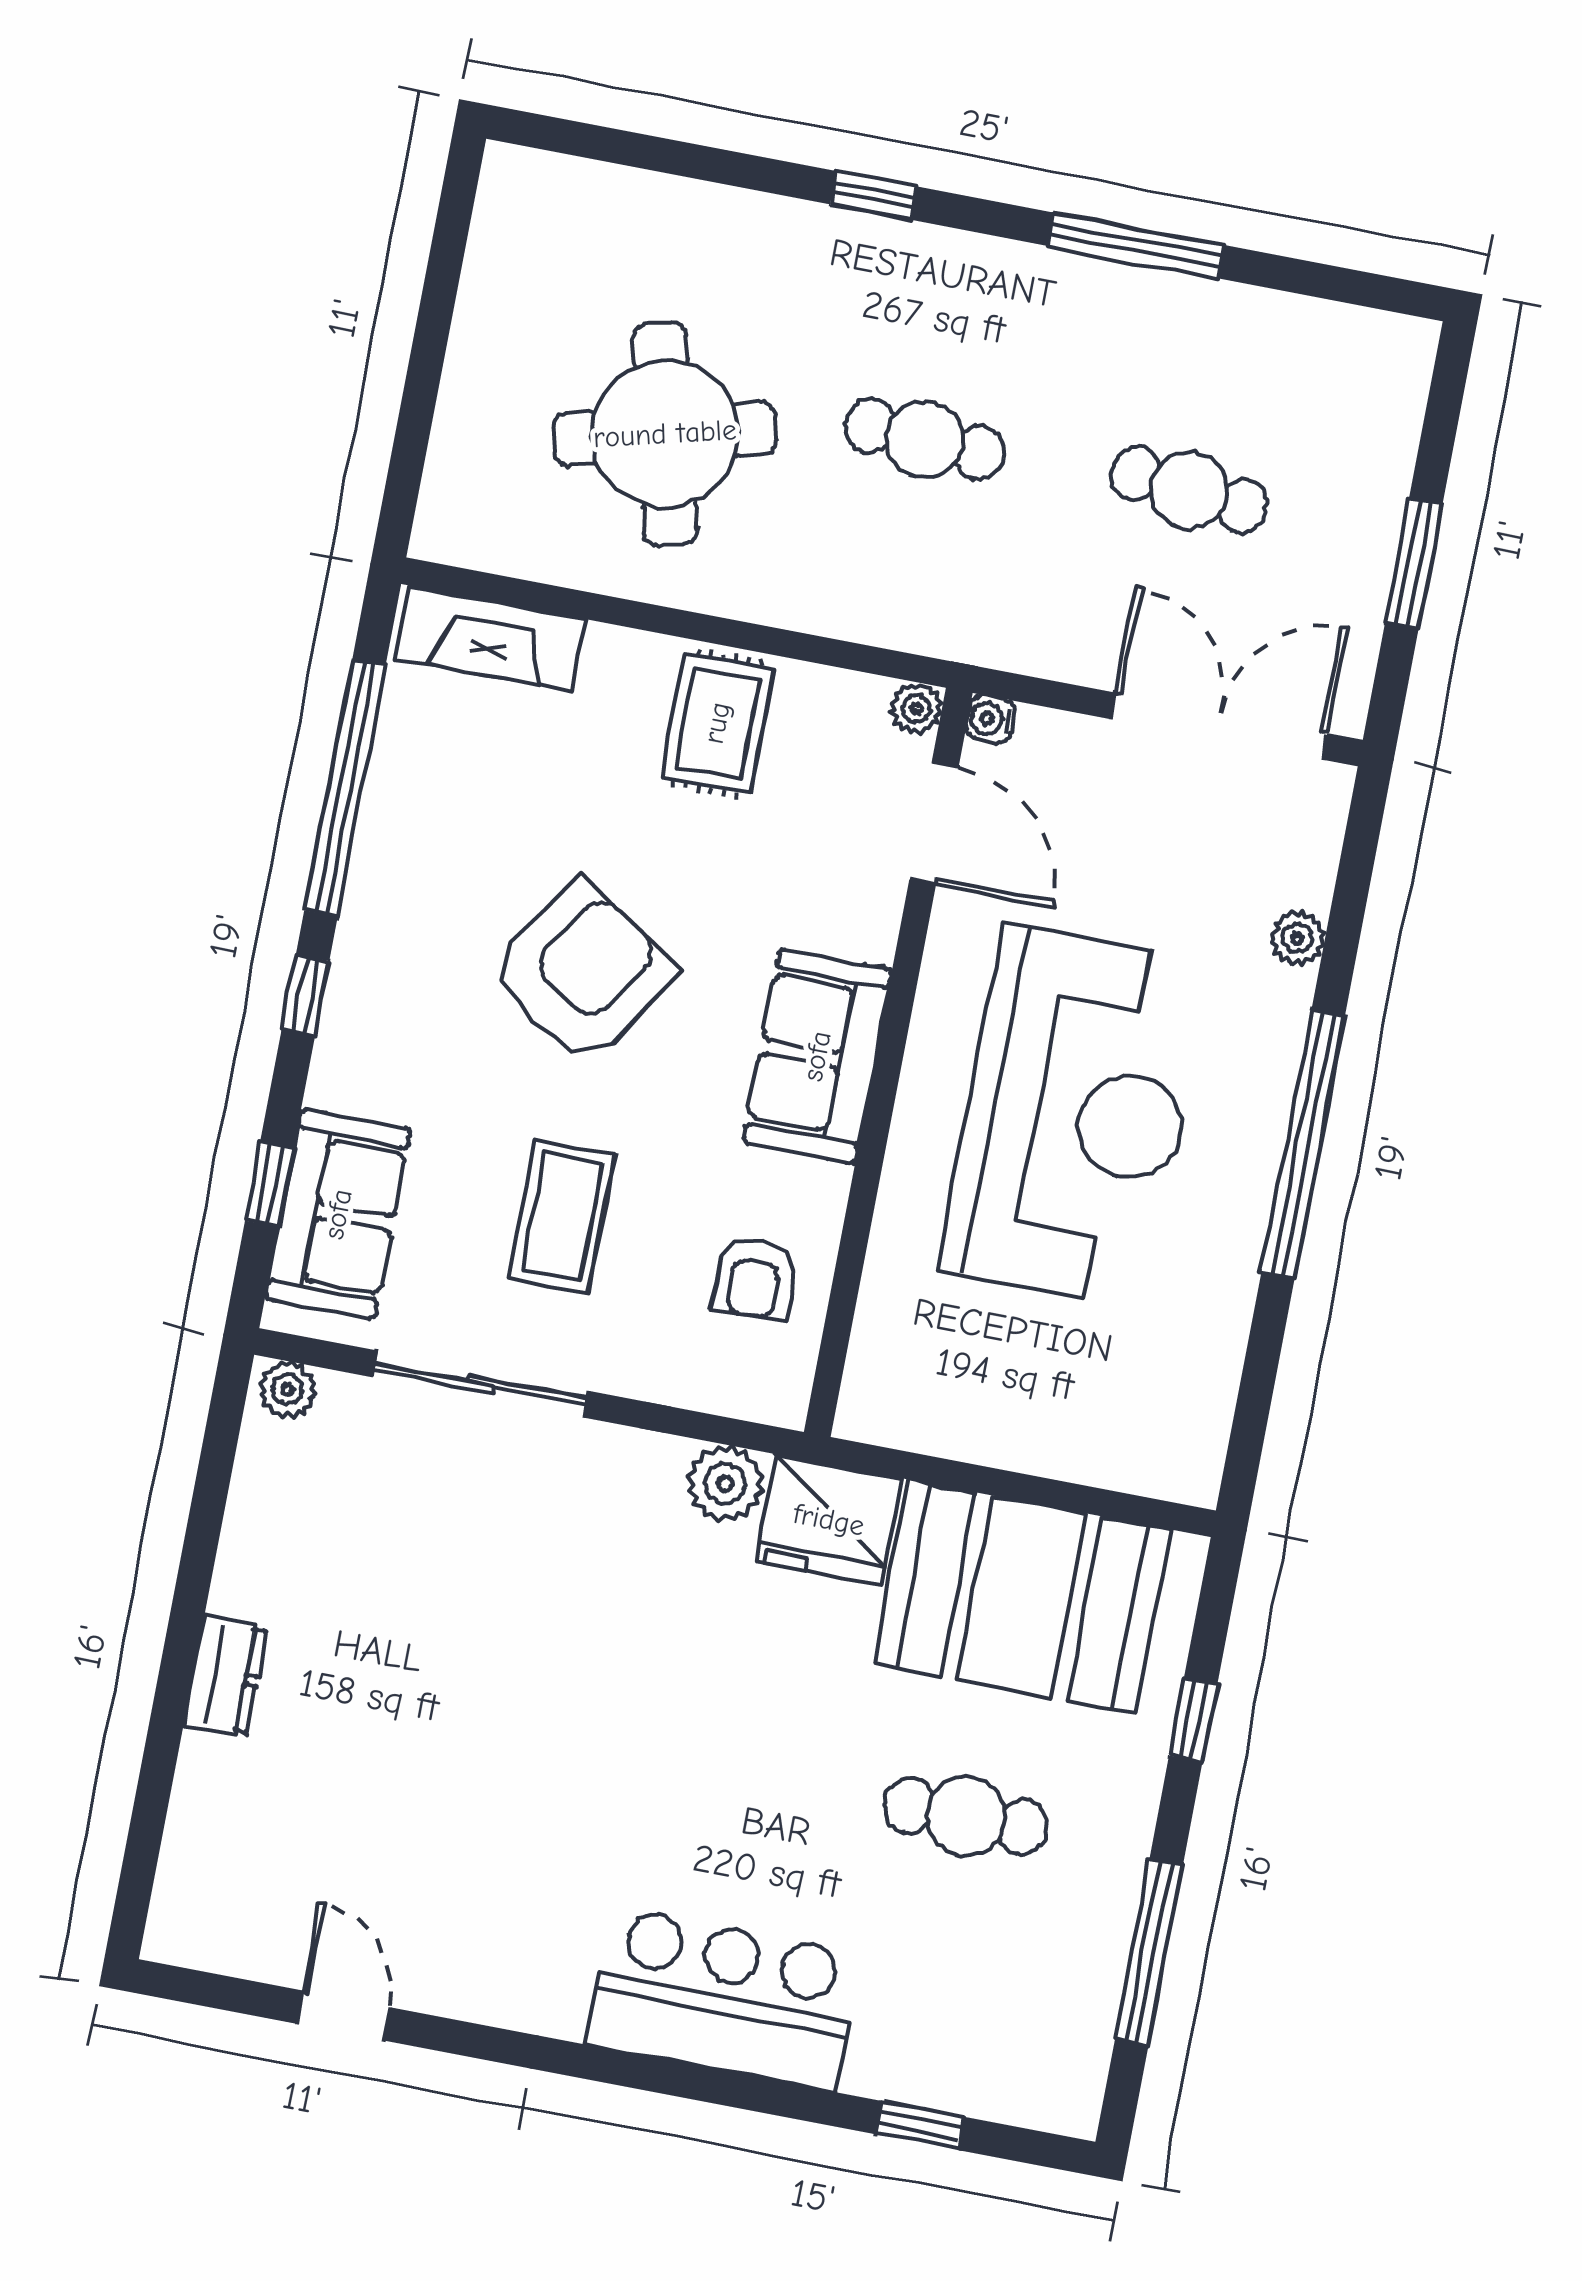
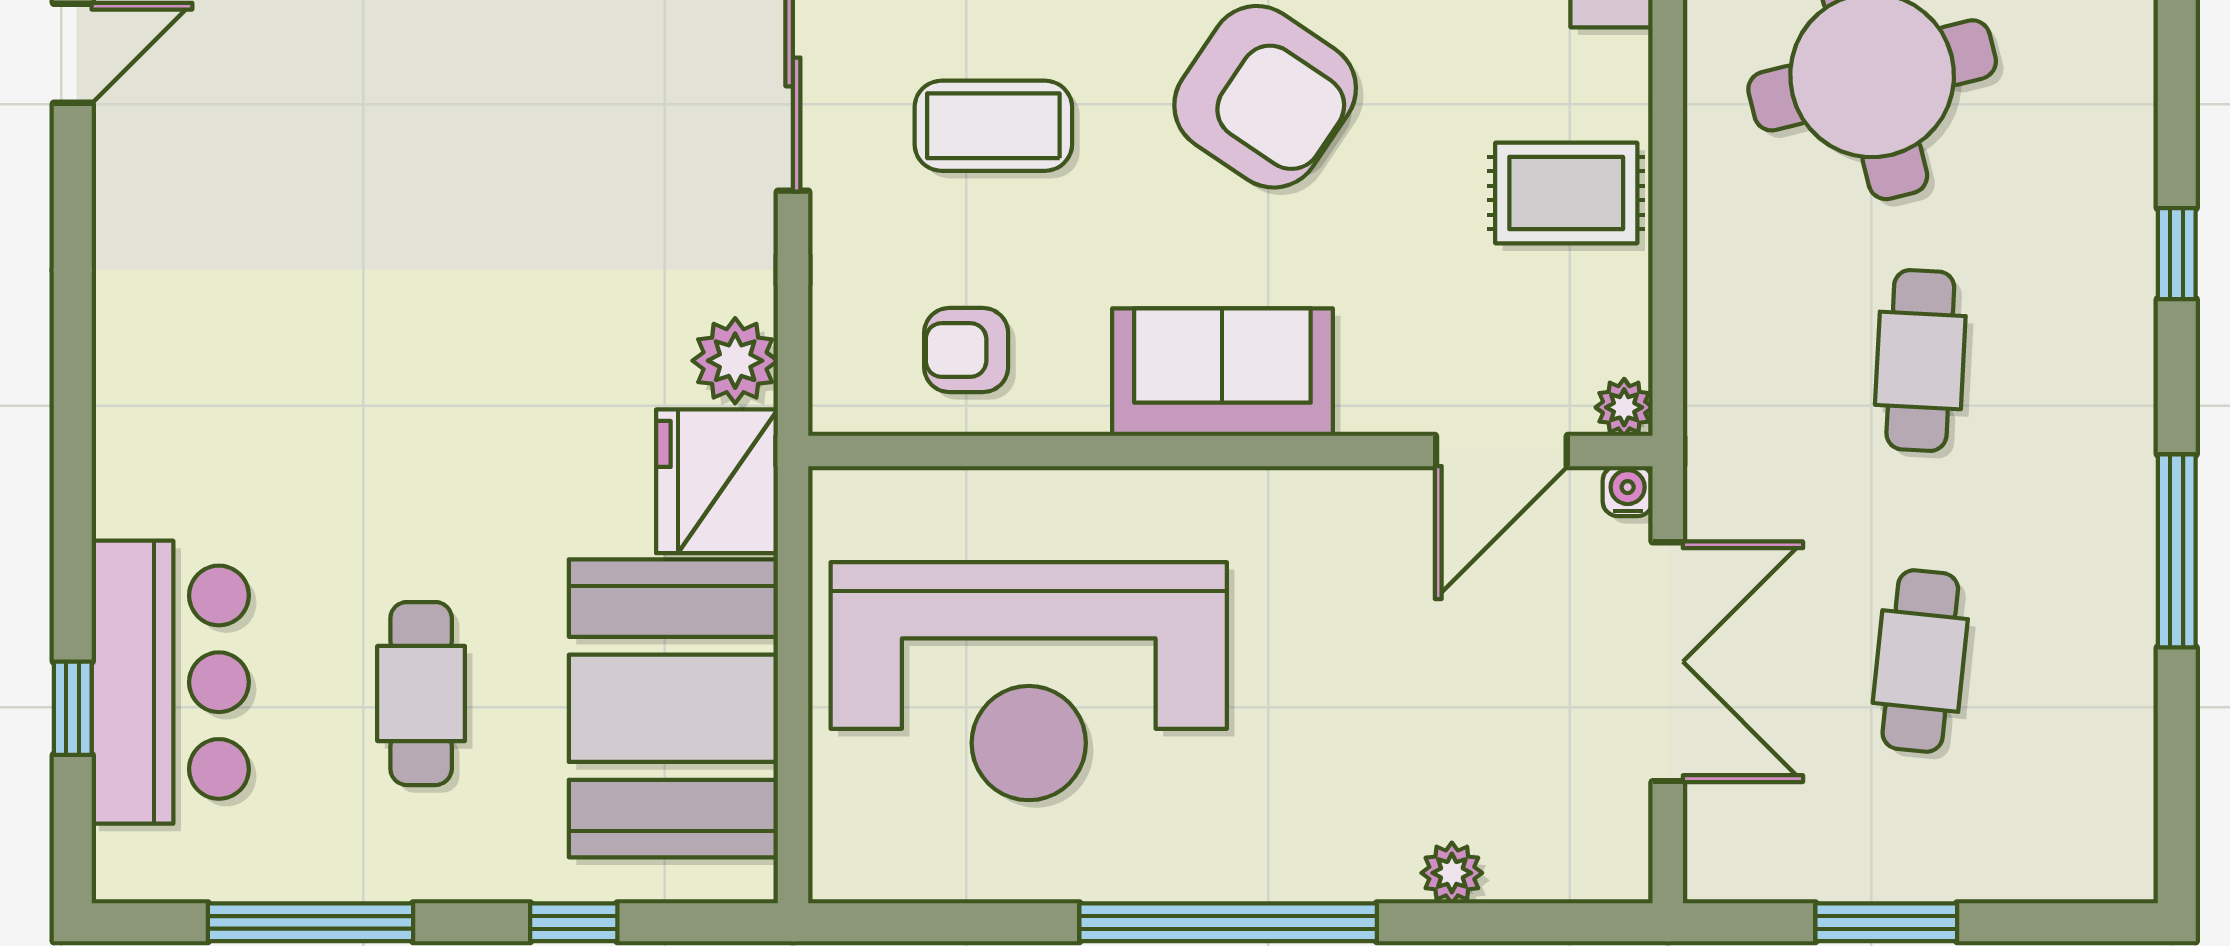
double door: (1219, 726) -> (1668, 662), moved
reception desk: (1075, 1116) -> (1029, 681), moved
bar counter: (723, 1999) -> (170, 682), moved

